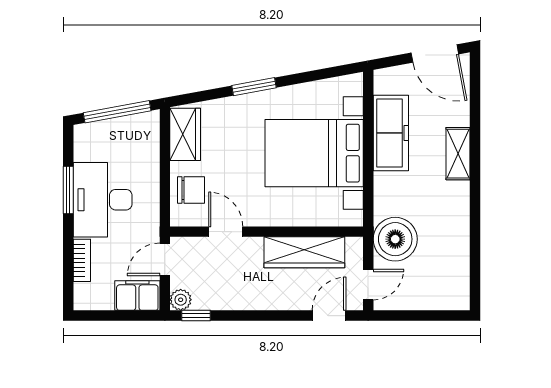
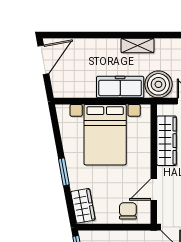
freezer: (391, 133) -> (120, 87), moved
wardrobe: (185, 134) -> (83, 206), moved, turned 80
shelving: (458, 154) -> (137, 45), moved

